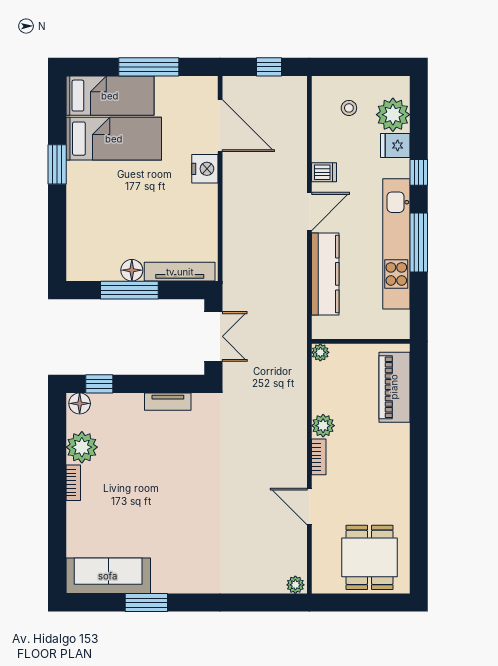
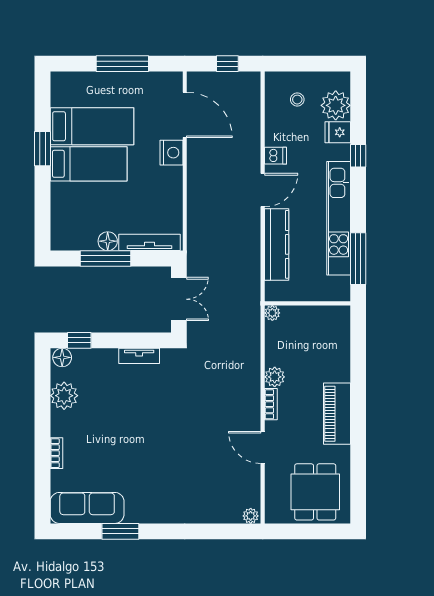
bed: (110, 96) -> (89, 164), moved
window: (419, 243) -> (358, 259), moved
piano: (394, 387) -> (337, 414), moved
bookcase: (73, 483) -> (57, 453), moved

